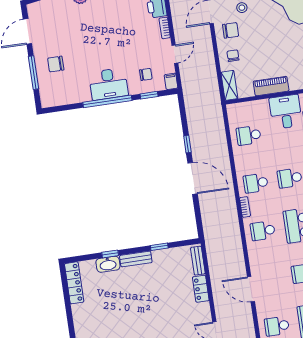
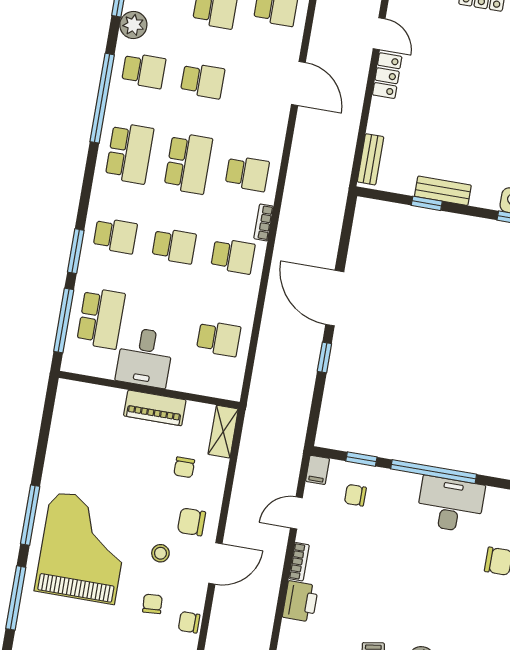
chair: (233, 56) -> (184, 467), moved
desk: (108, 84) -> (450, 505), moved
bench: (136, 259) -> (443, 191), moved
locker: (201, 289) -> (387, 76), moved

